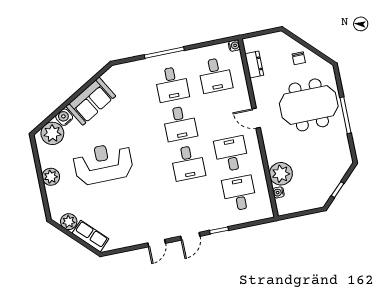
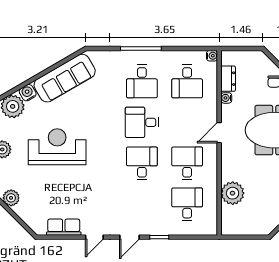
sofa: (91, 101) -> (65, 78), width x1.36
door: (256, 118) -> (219, 133), hinge flipped
desk: (180, 123) -> (142, 122), turned 90
desk: (188, 163) -> (142, 163), turned 180
water cooler: (278, 192) -> (226, 98), moved
row of seats: (90, 236) -> (64, 227), moved, turned -45

